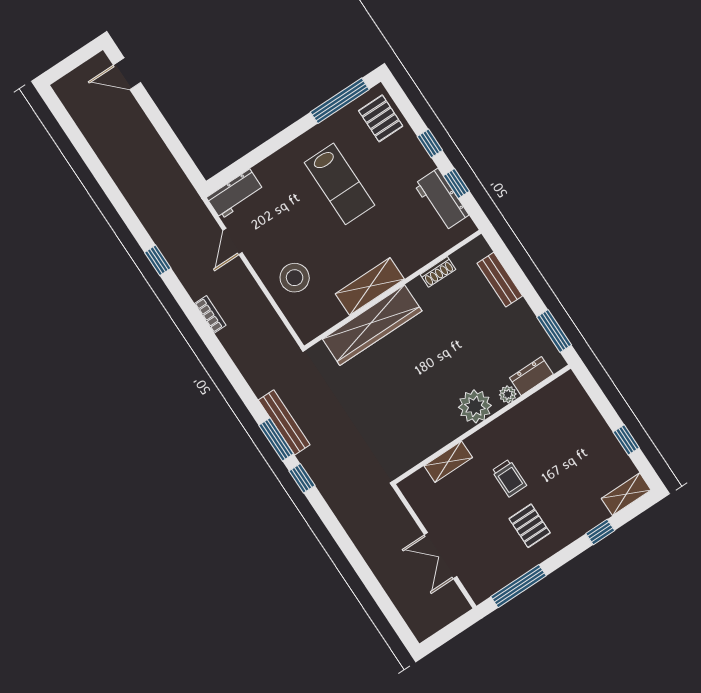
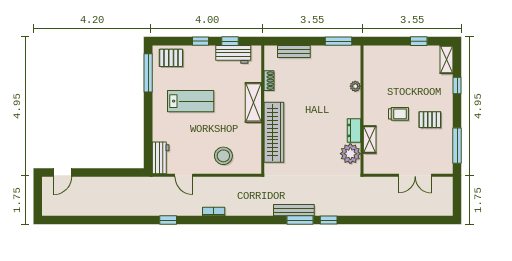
shelving: (370, 286) -> (253, 102), moved
dresser: (531, 376) -> (354, 130), moved
plant: (475, 406) -> (350, 154), moved

